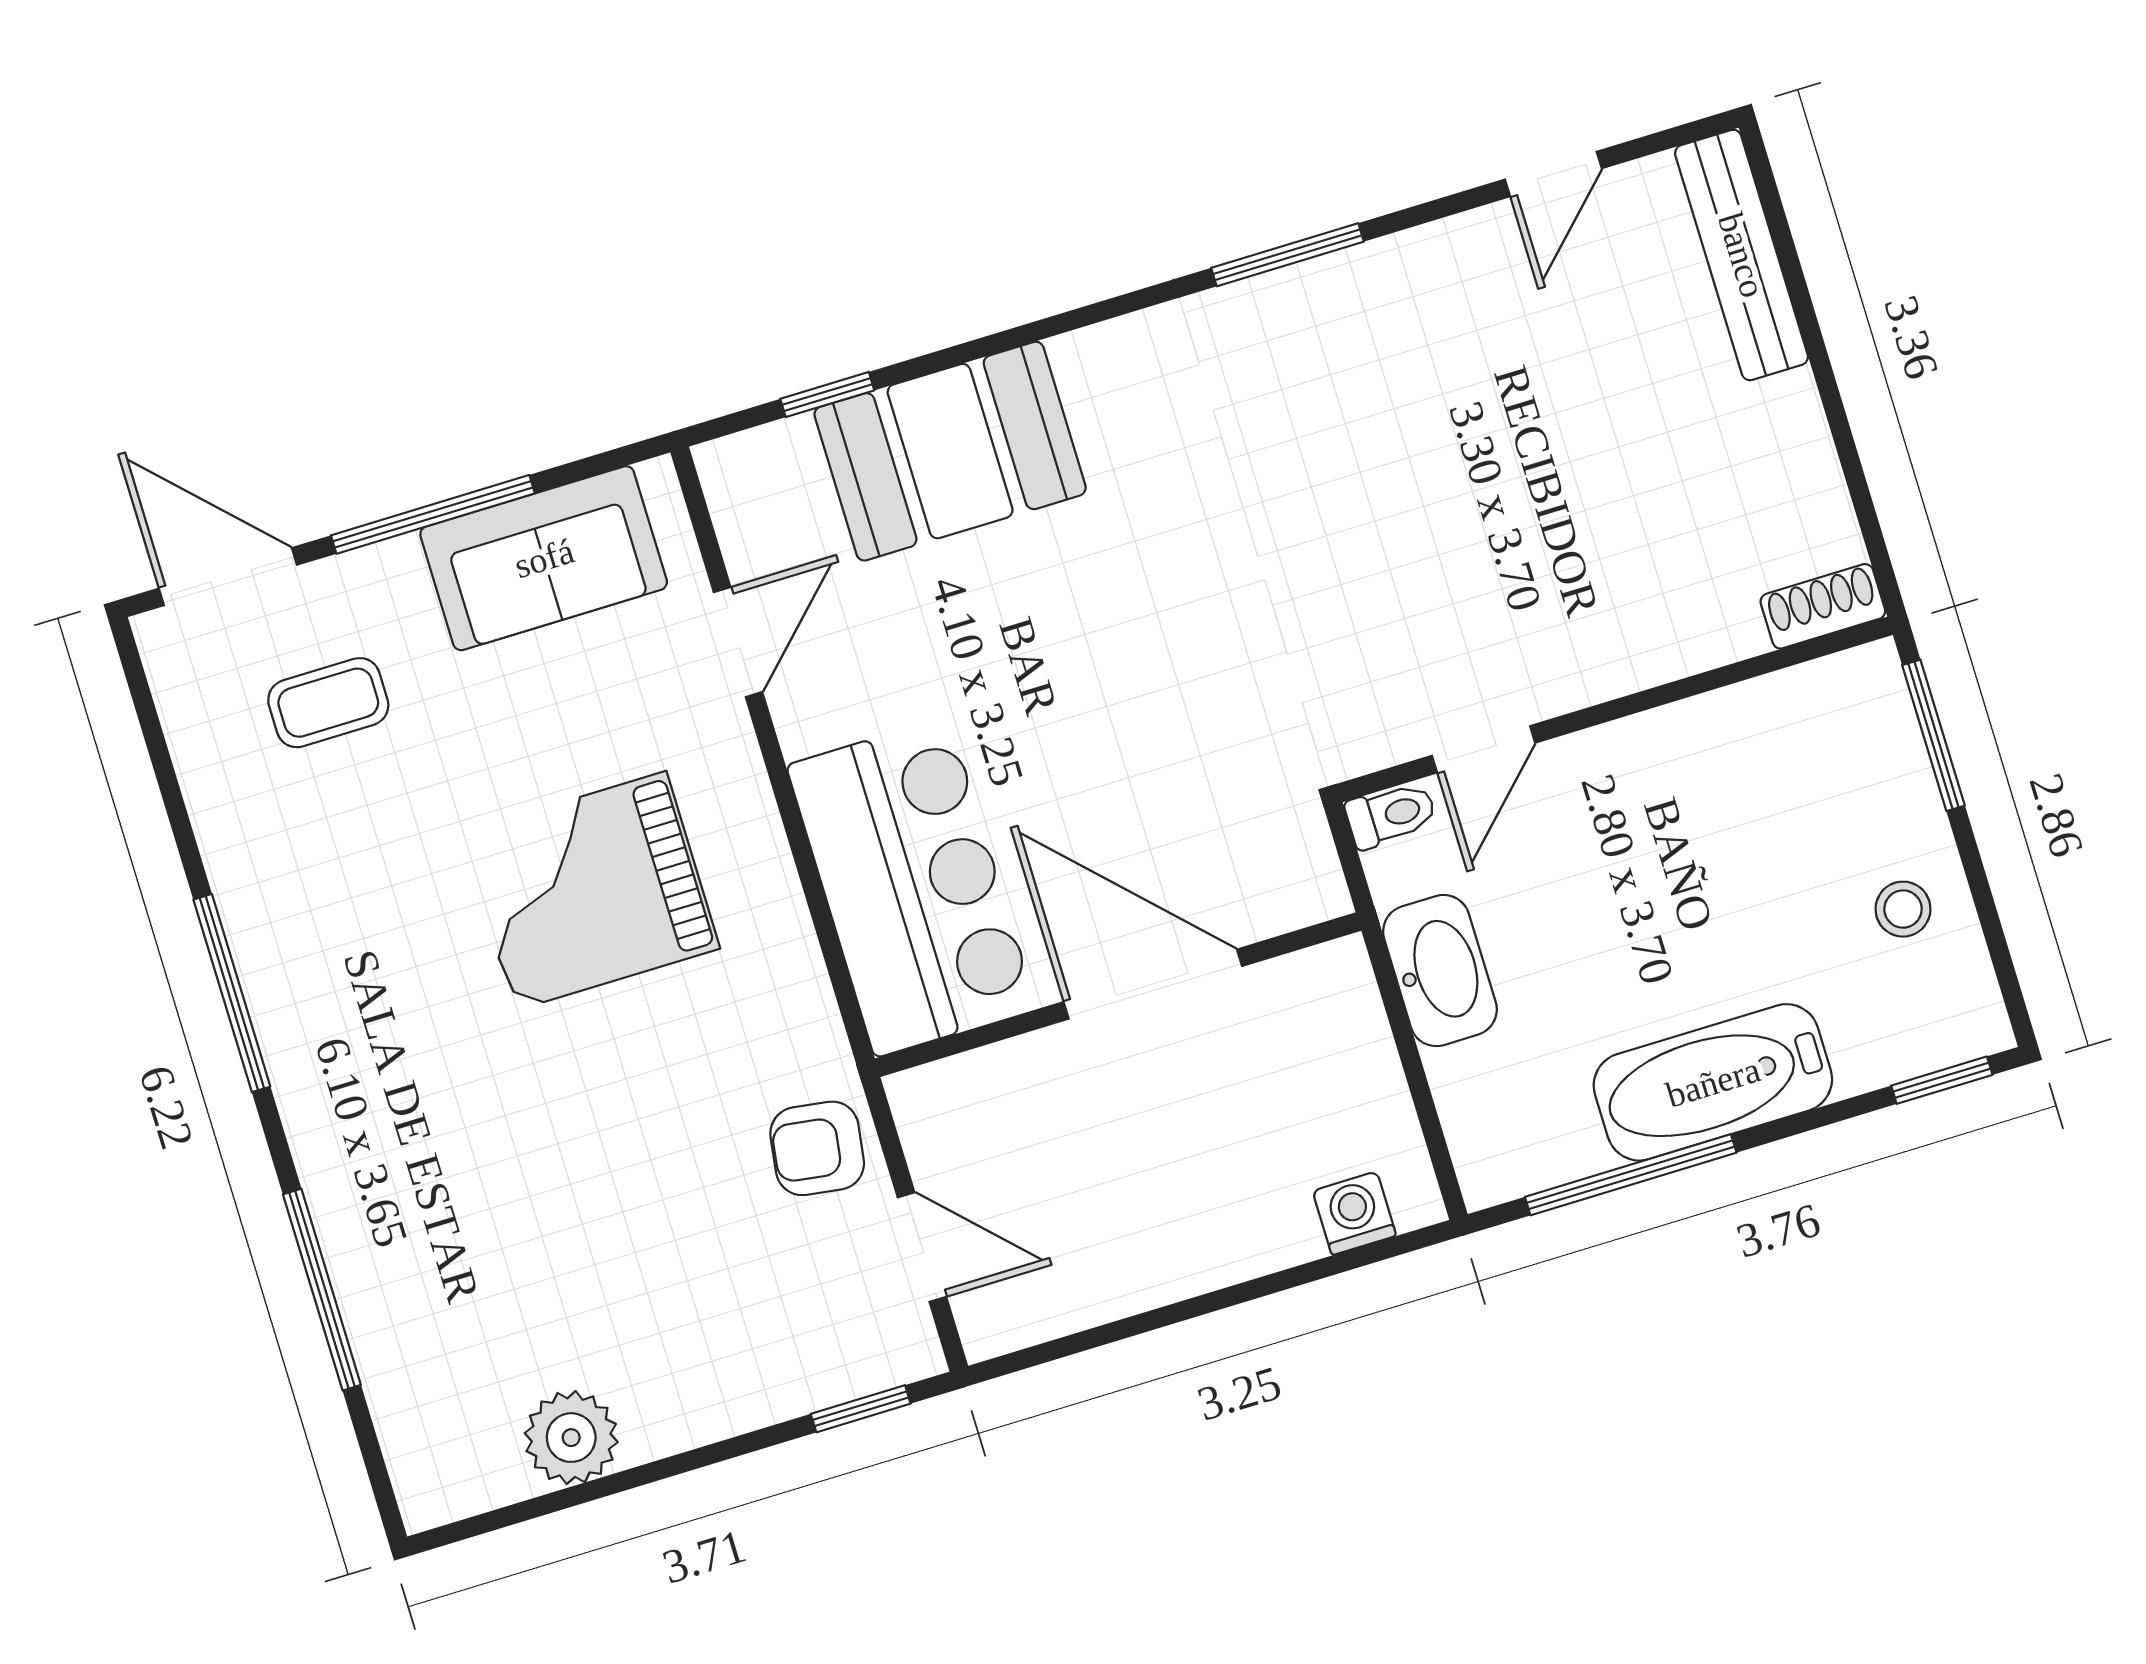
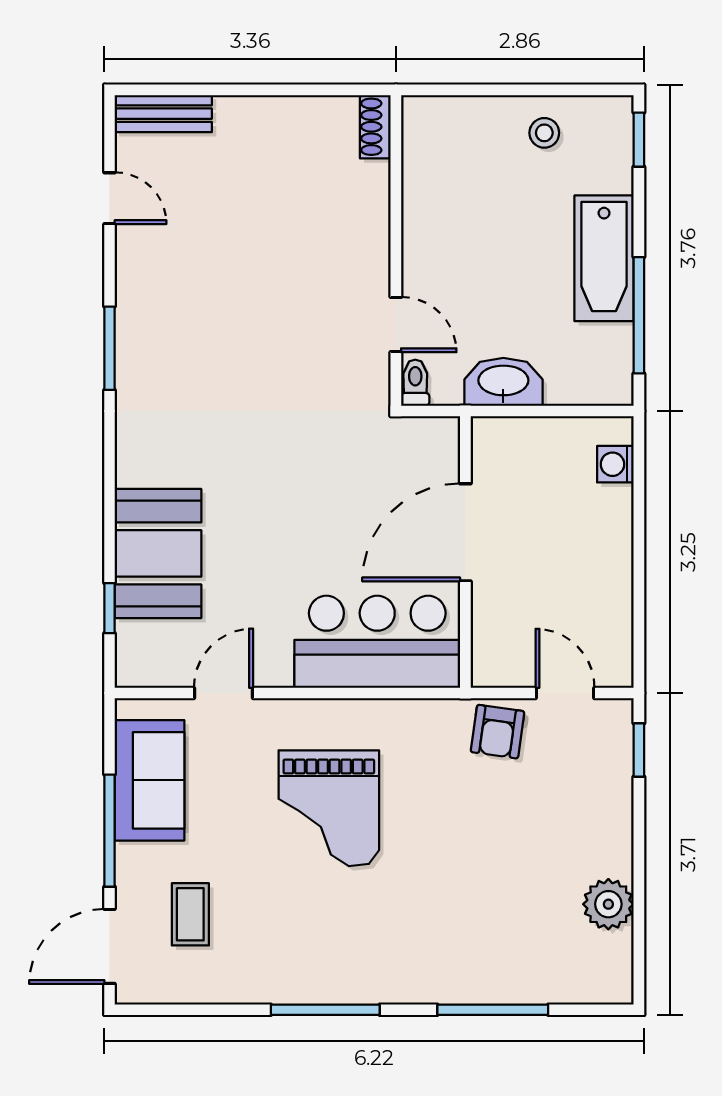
bench: (1742, 255) -> (163, 114), width x0.73
door: (738, 642) -> (223, 693), hinge flipped
window: (1933, 735) -> (459, 90), removed
door: (922, 1247) -> (565, 693), hinge flipped

